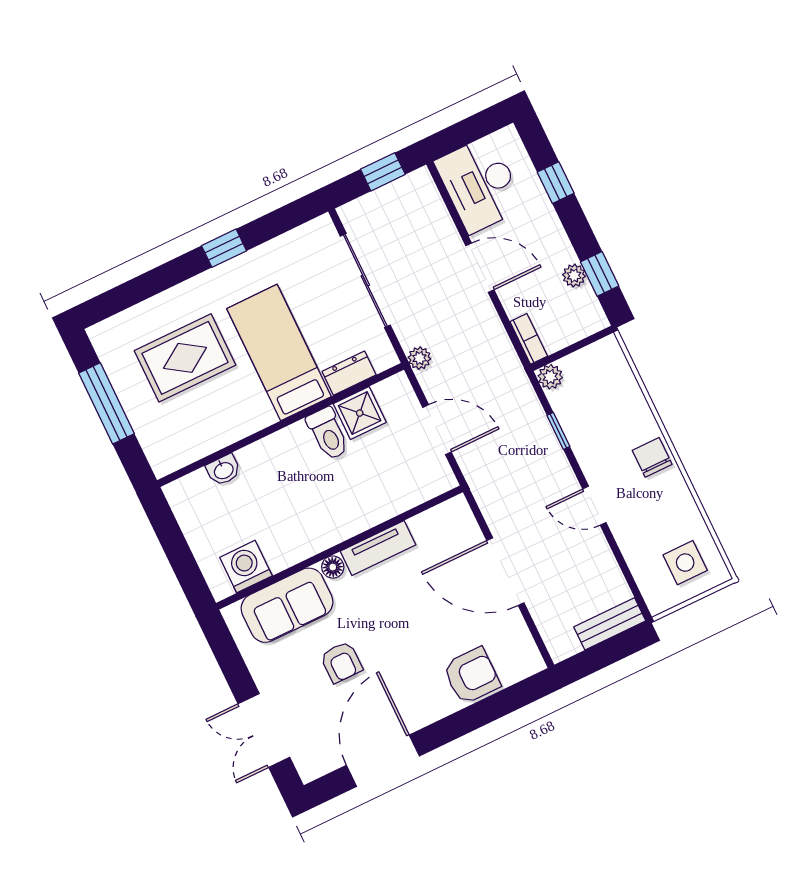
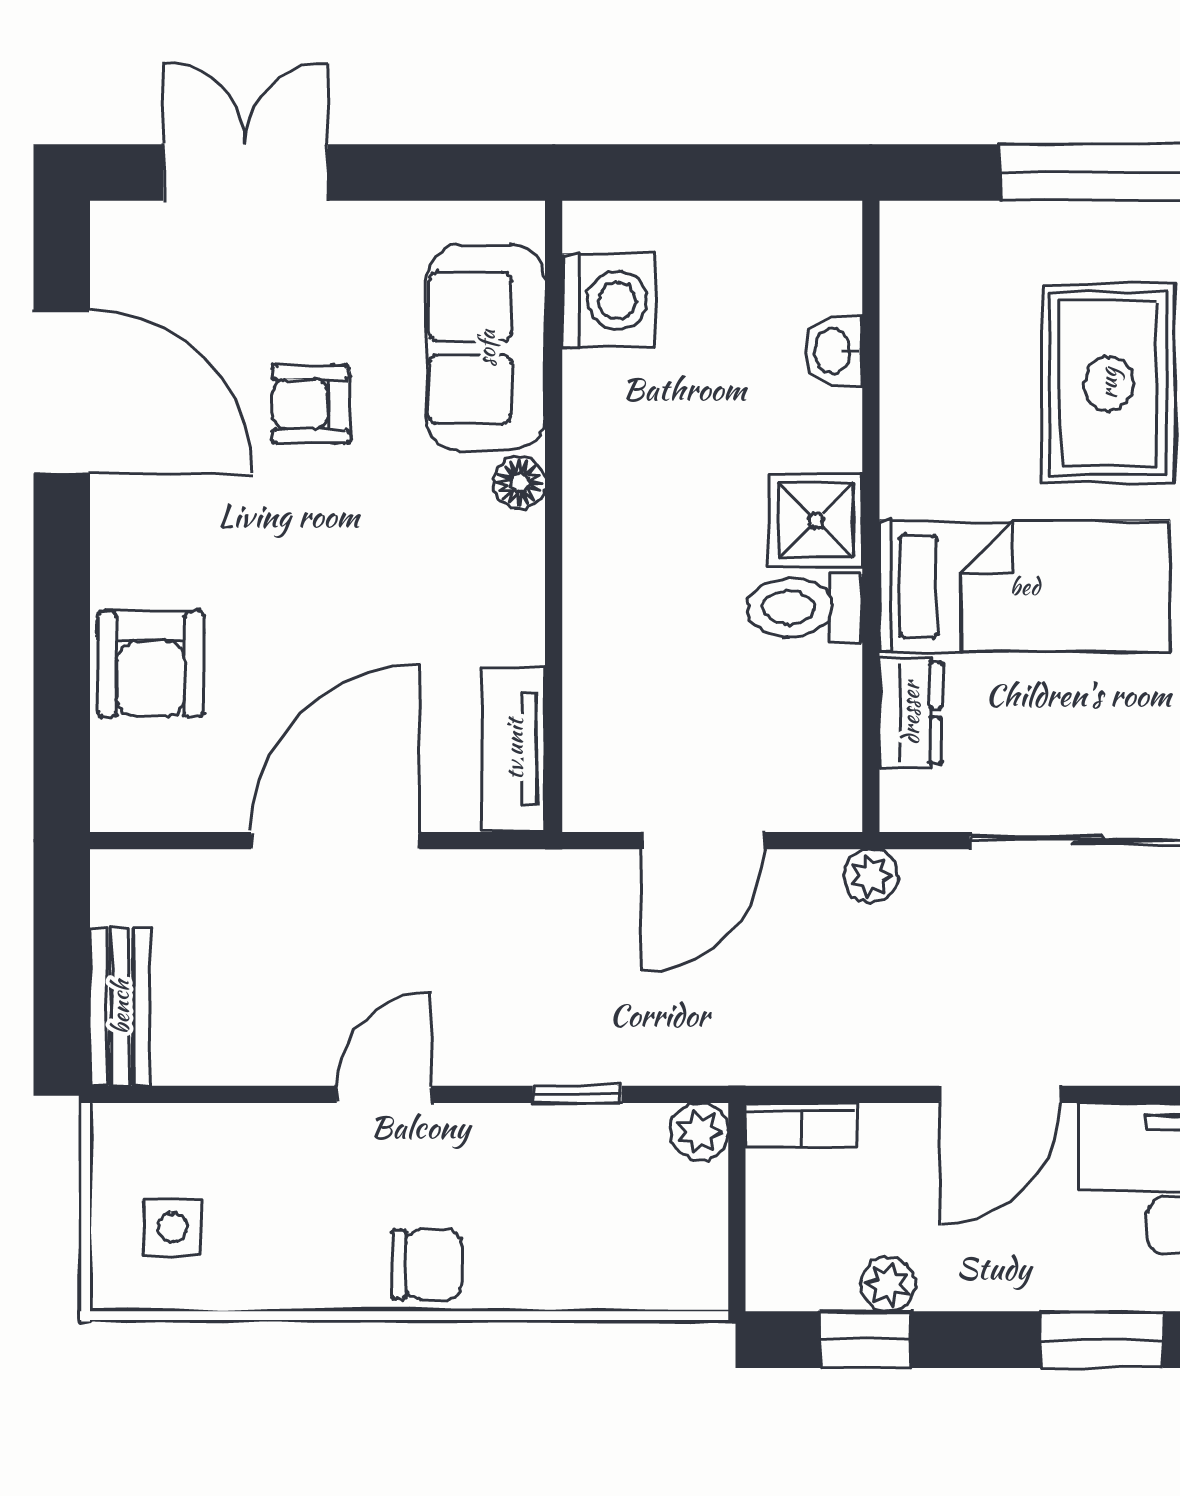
window: (556, 183) -> (1102, 1340), width x1.50
shower: (360, 413) -> (816, 520), moved
tv unit: (378, 548) -> (514, 749), moved
side table: (685, 563) -> (172, 1227), width x0.73, depth x0.73

